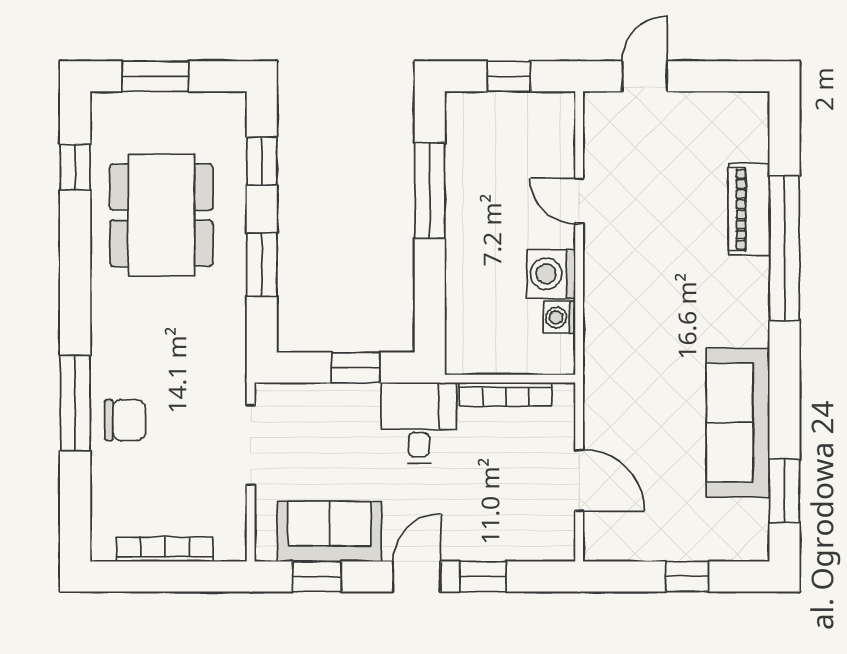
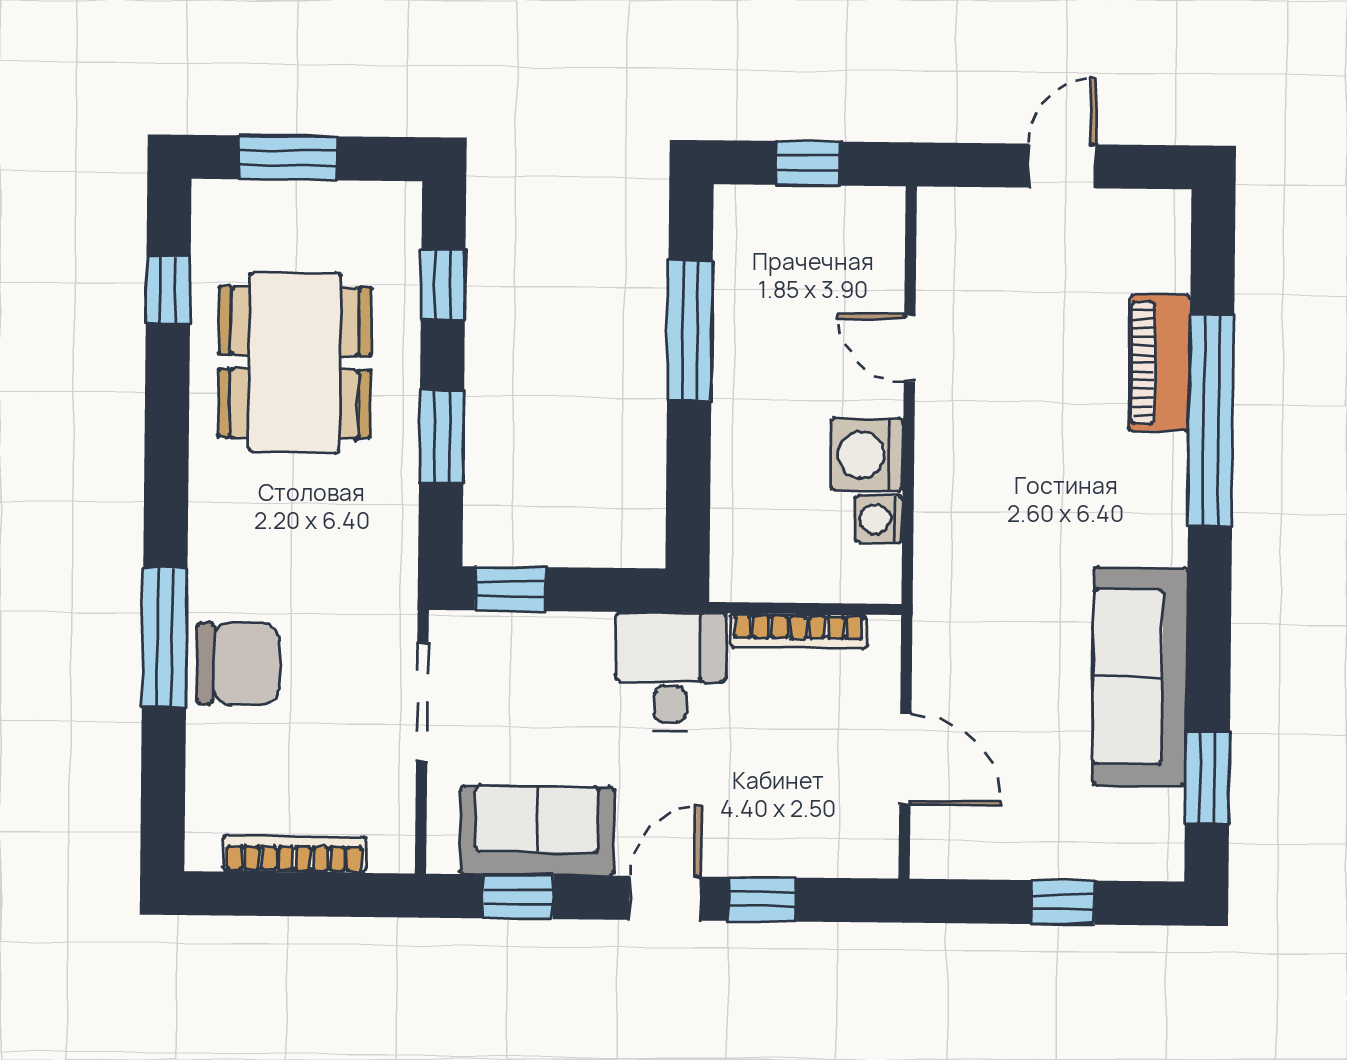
door: (645, 76) -> (1062, 166), moved
window: (356, 367) -> (510, 589), moved
chair: (125, 420) -> (238, 663), width x1.37, depth x1.37

